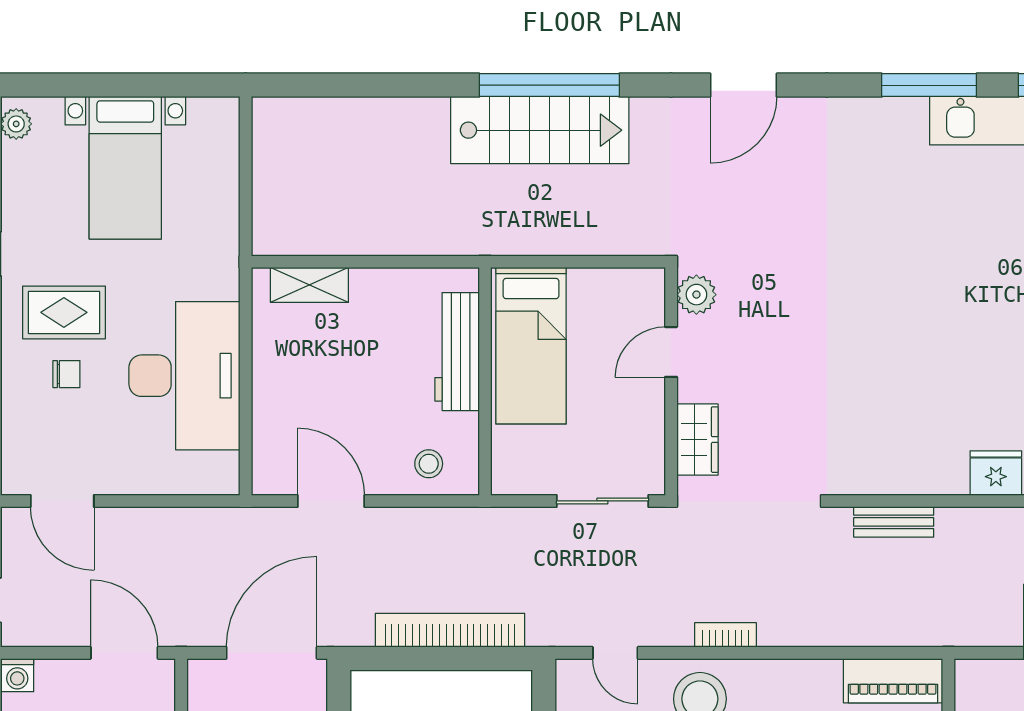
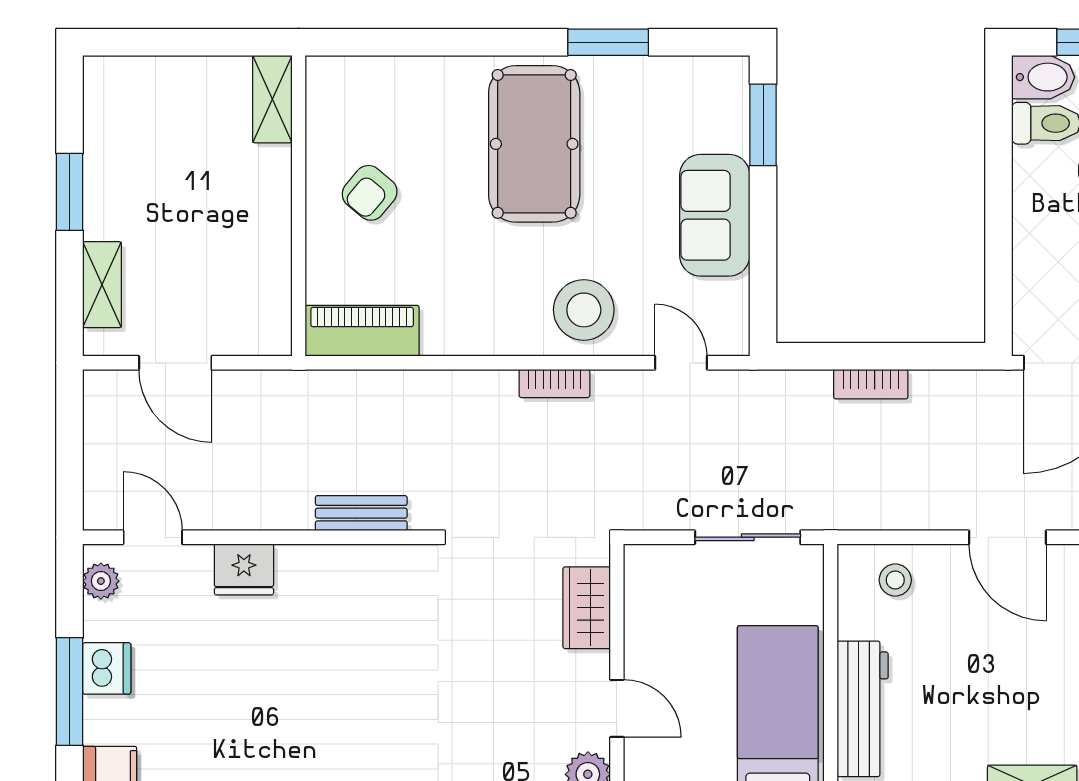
door: (671, 352) -> (617, 708), hinge flipped
sliding door: (602, 501) -> (748, 537), moved
bookcase: (450, 630) -> (871, 384), width x0.43, depth x0.76

